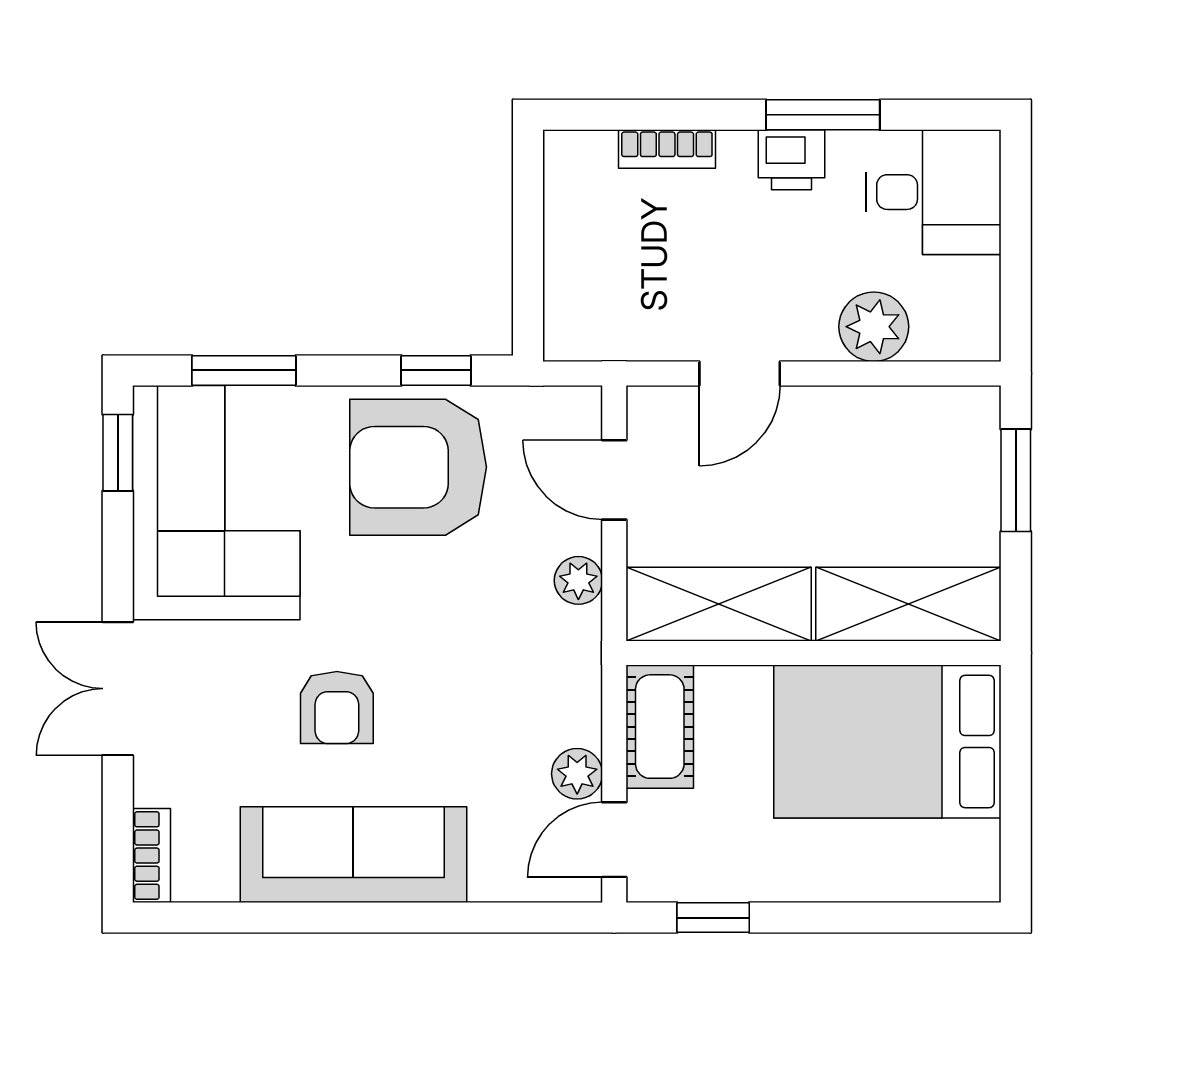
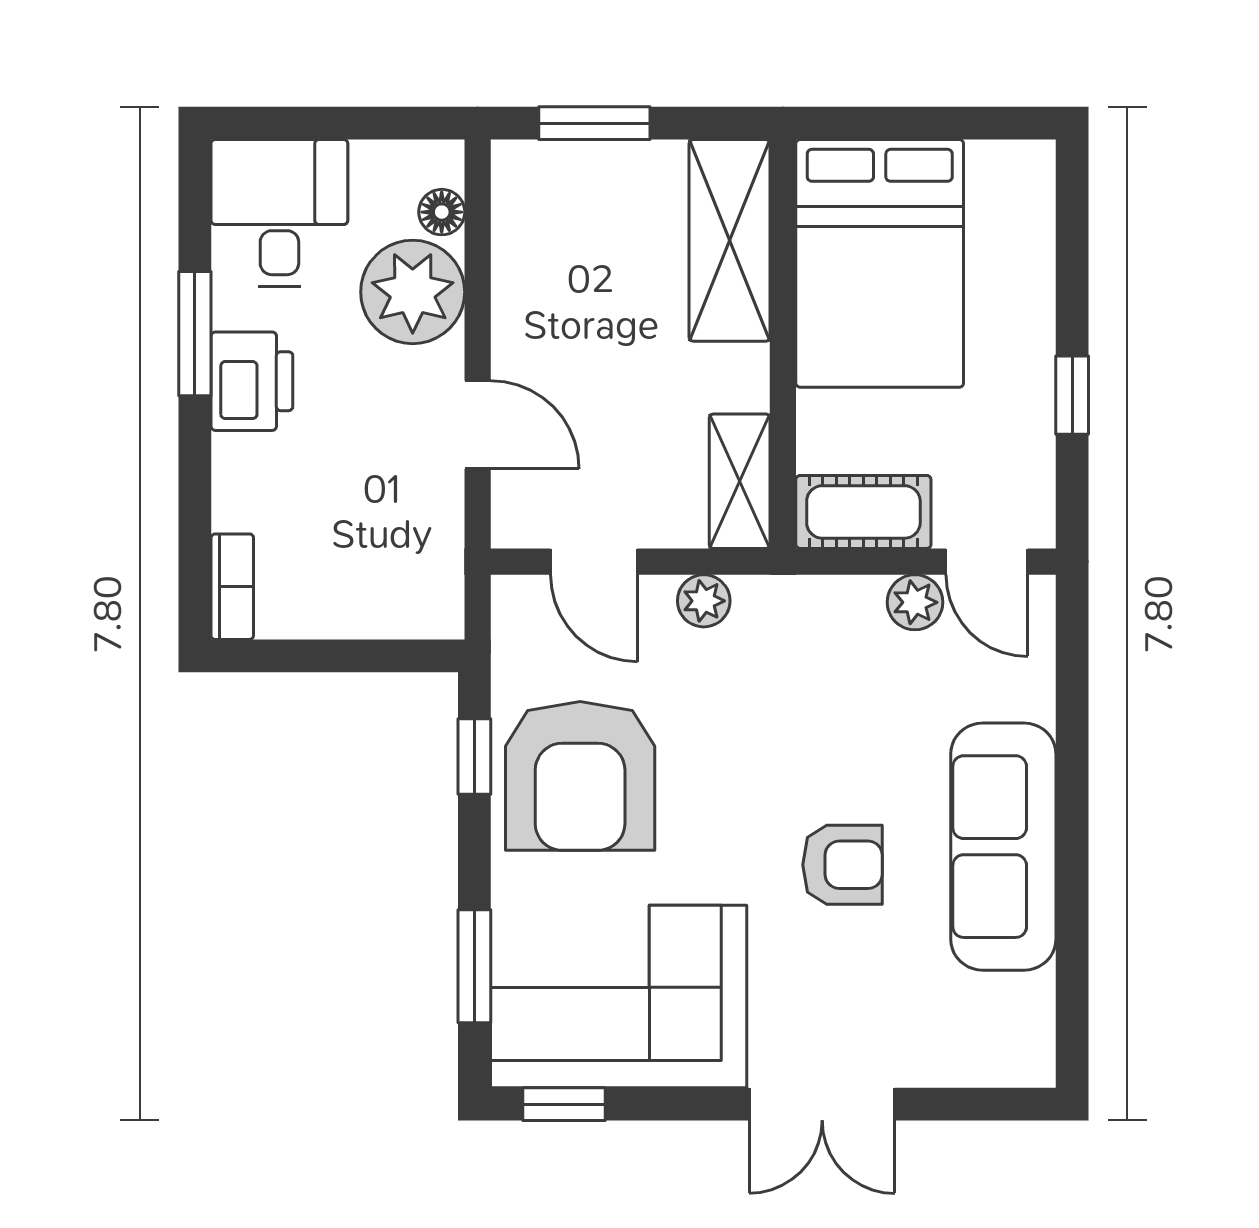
bookcase: (667, 149) -> (232, 587), moved
printer: (792, 160) -> (252, 381), width x1.36, depth x1.24
plant: (874, 327) -> (413, 292), width x1.36, depth x1.36
floor lamp: (934, 341) -> (442, 212), added
door: (614, 480) -> (594, 562), hinge flipped
shelving: (719, 604) -> (740, 481), width x0.67, depth x0.75
bookcase: (151, 856) -> (1004, 1067), removed
window: (713, 918) -> (1072, 395), moved

